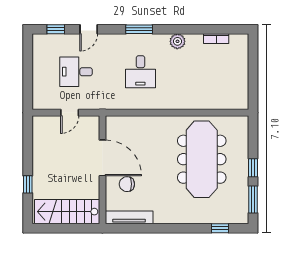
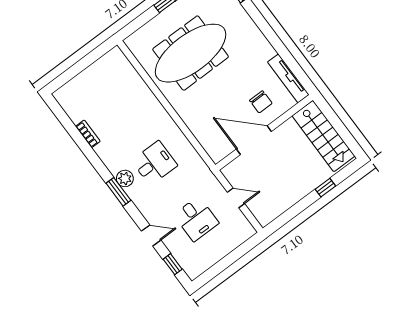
bookcase: (216, 39) -> (88, 134), moved
plant: (177, 41) -> (125, 178), moved
door: (102, 158) -> (254, 140), hinge flipped

